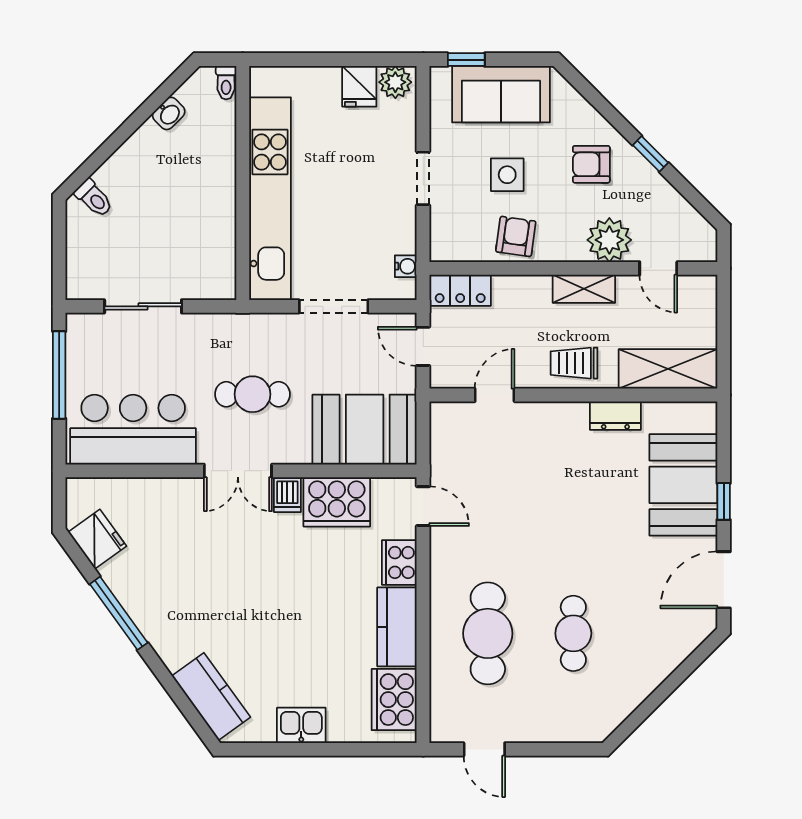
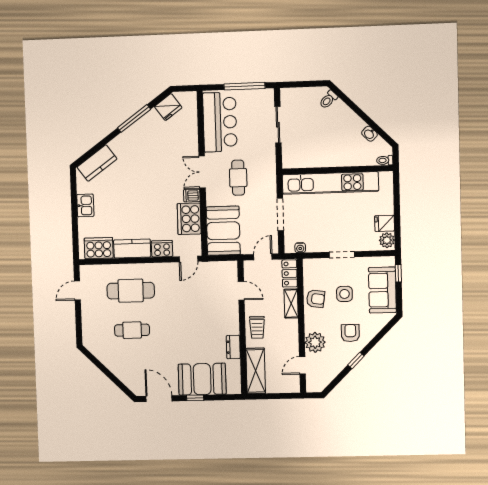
shelving: (584, 289) -> (291, 304), moved
trolley: (574, 363) -> (257, 327), turned 180

